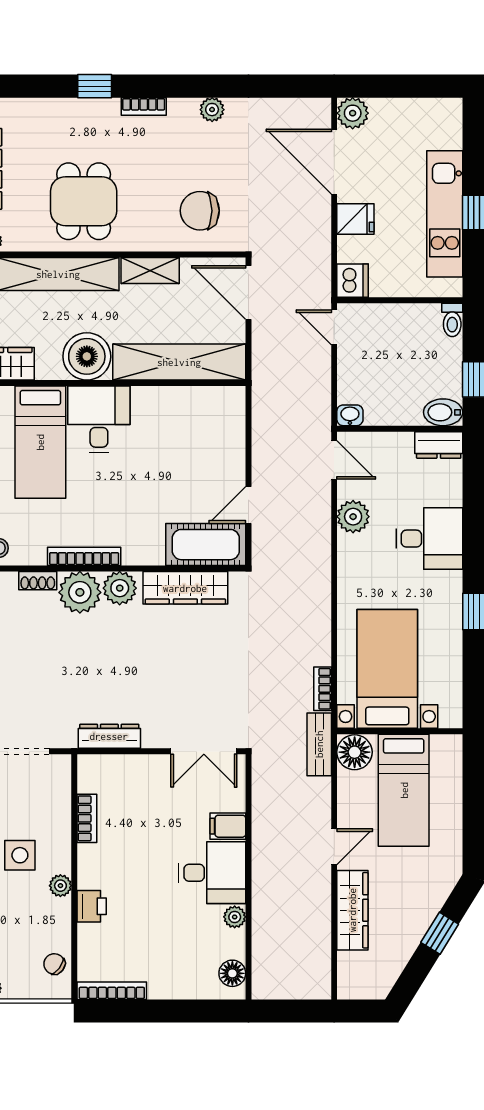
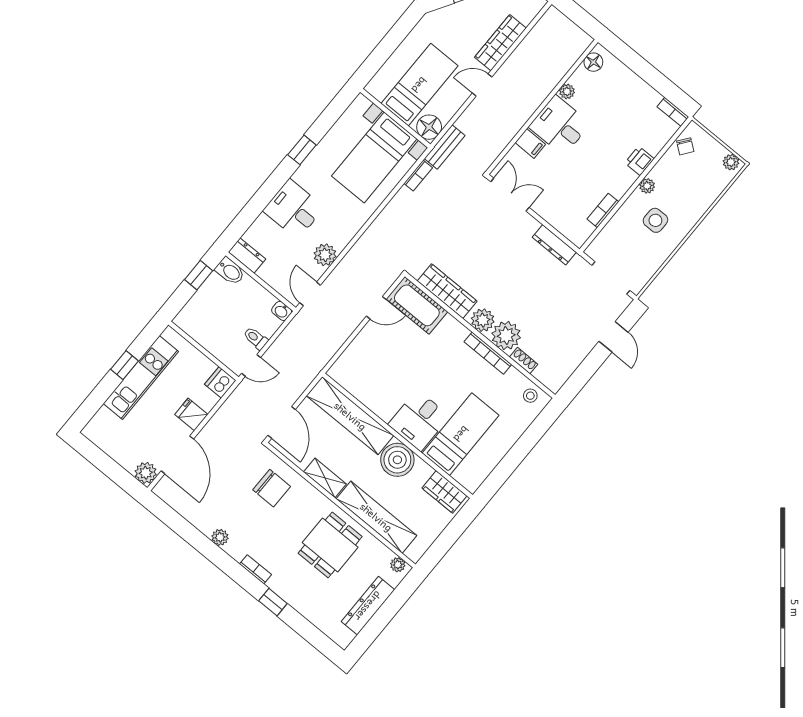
toilet: (452, 320) -> (256, 338), moved, turned -90
door: (334, 327) -> (251, 365), hinge flipped
bookcase: (112, 991) -> (673, 112), width x0.64

